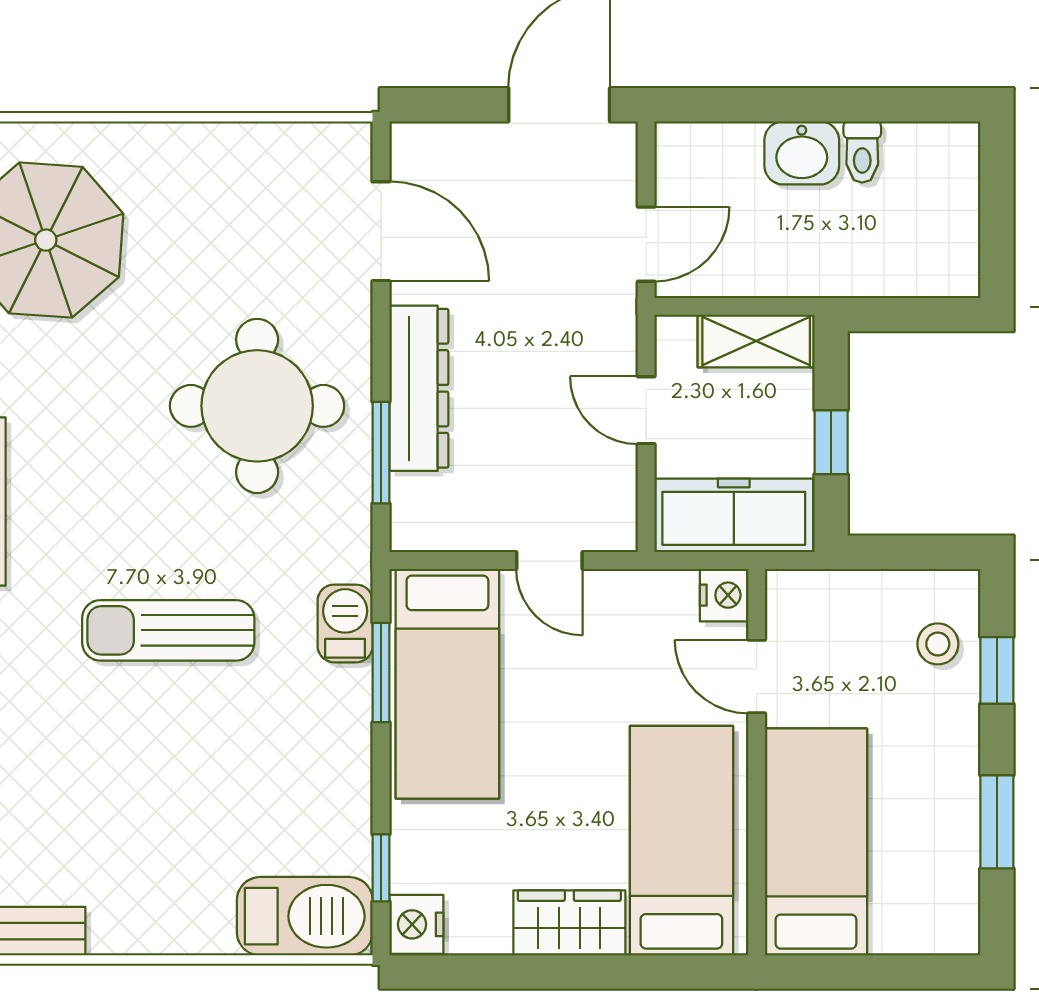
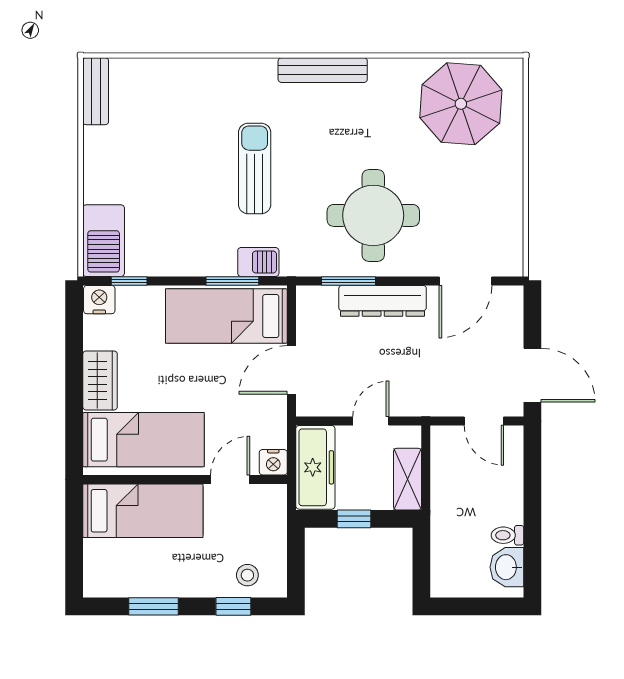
washbasin: (802, 153) -> (507, 567), moved
door: (646, 244) -> (484, 421), moved
door: (549, 560) -> (292, 370), width x1.38

